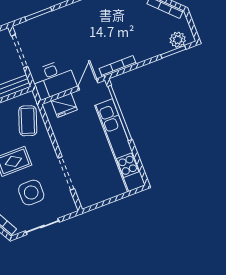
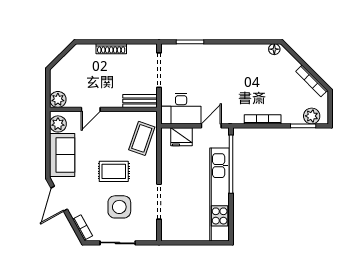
bookcase: (118, 66) -> (263, 119), moved

